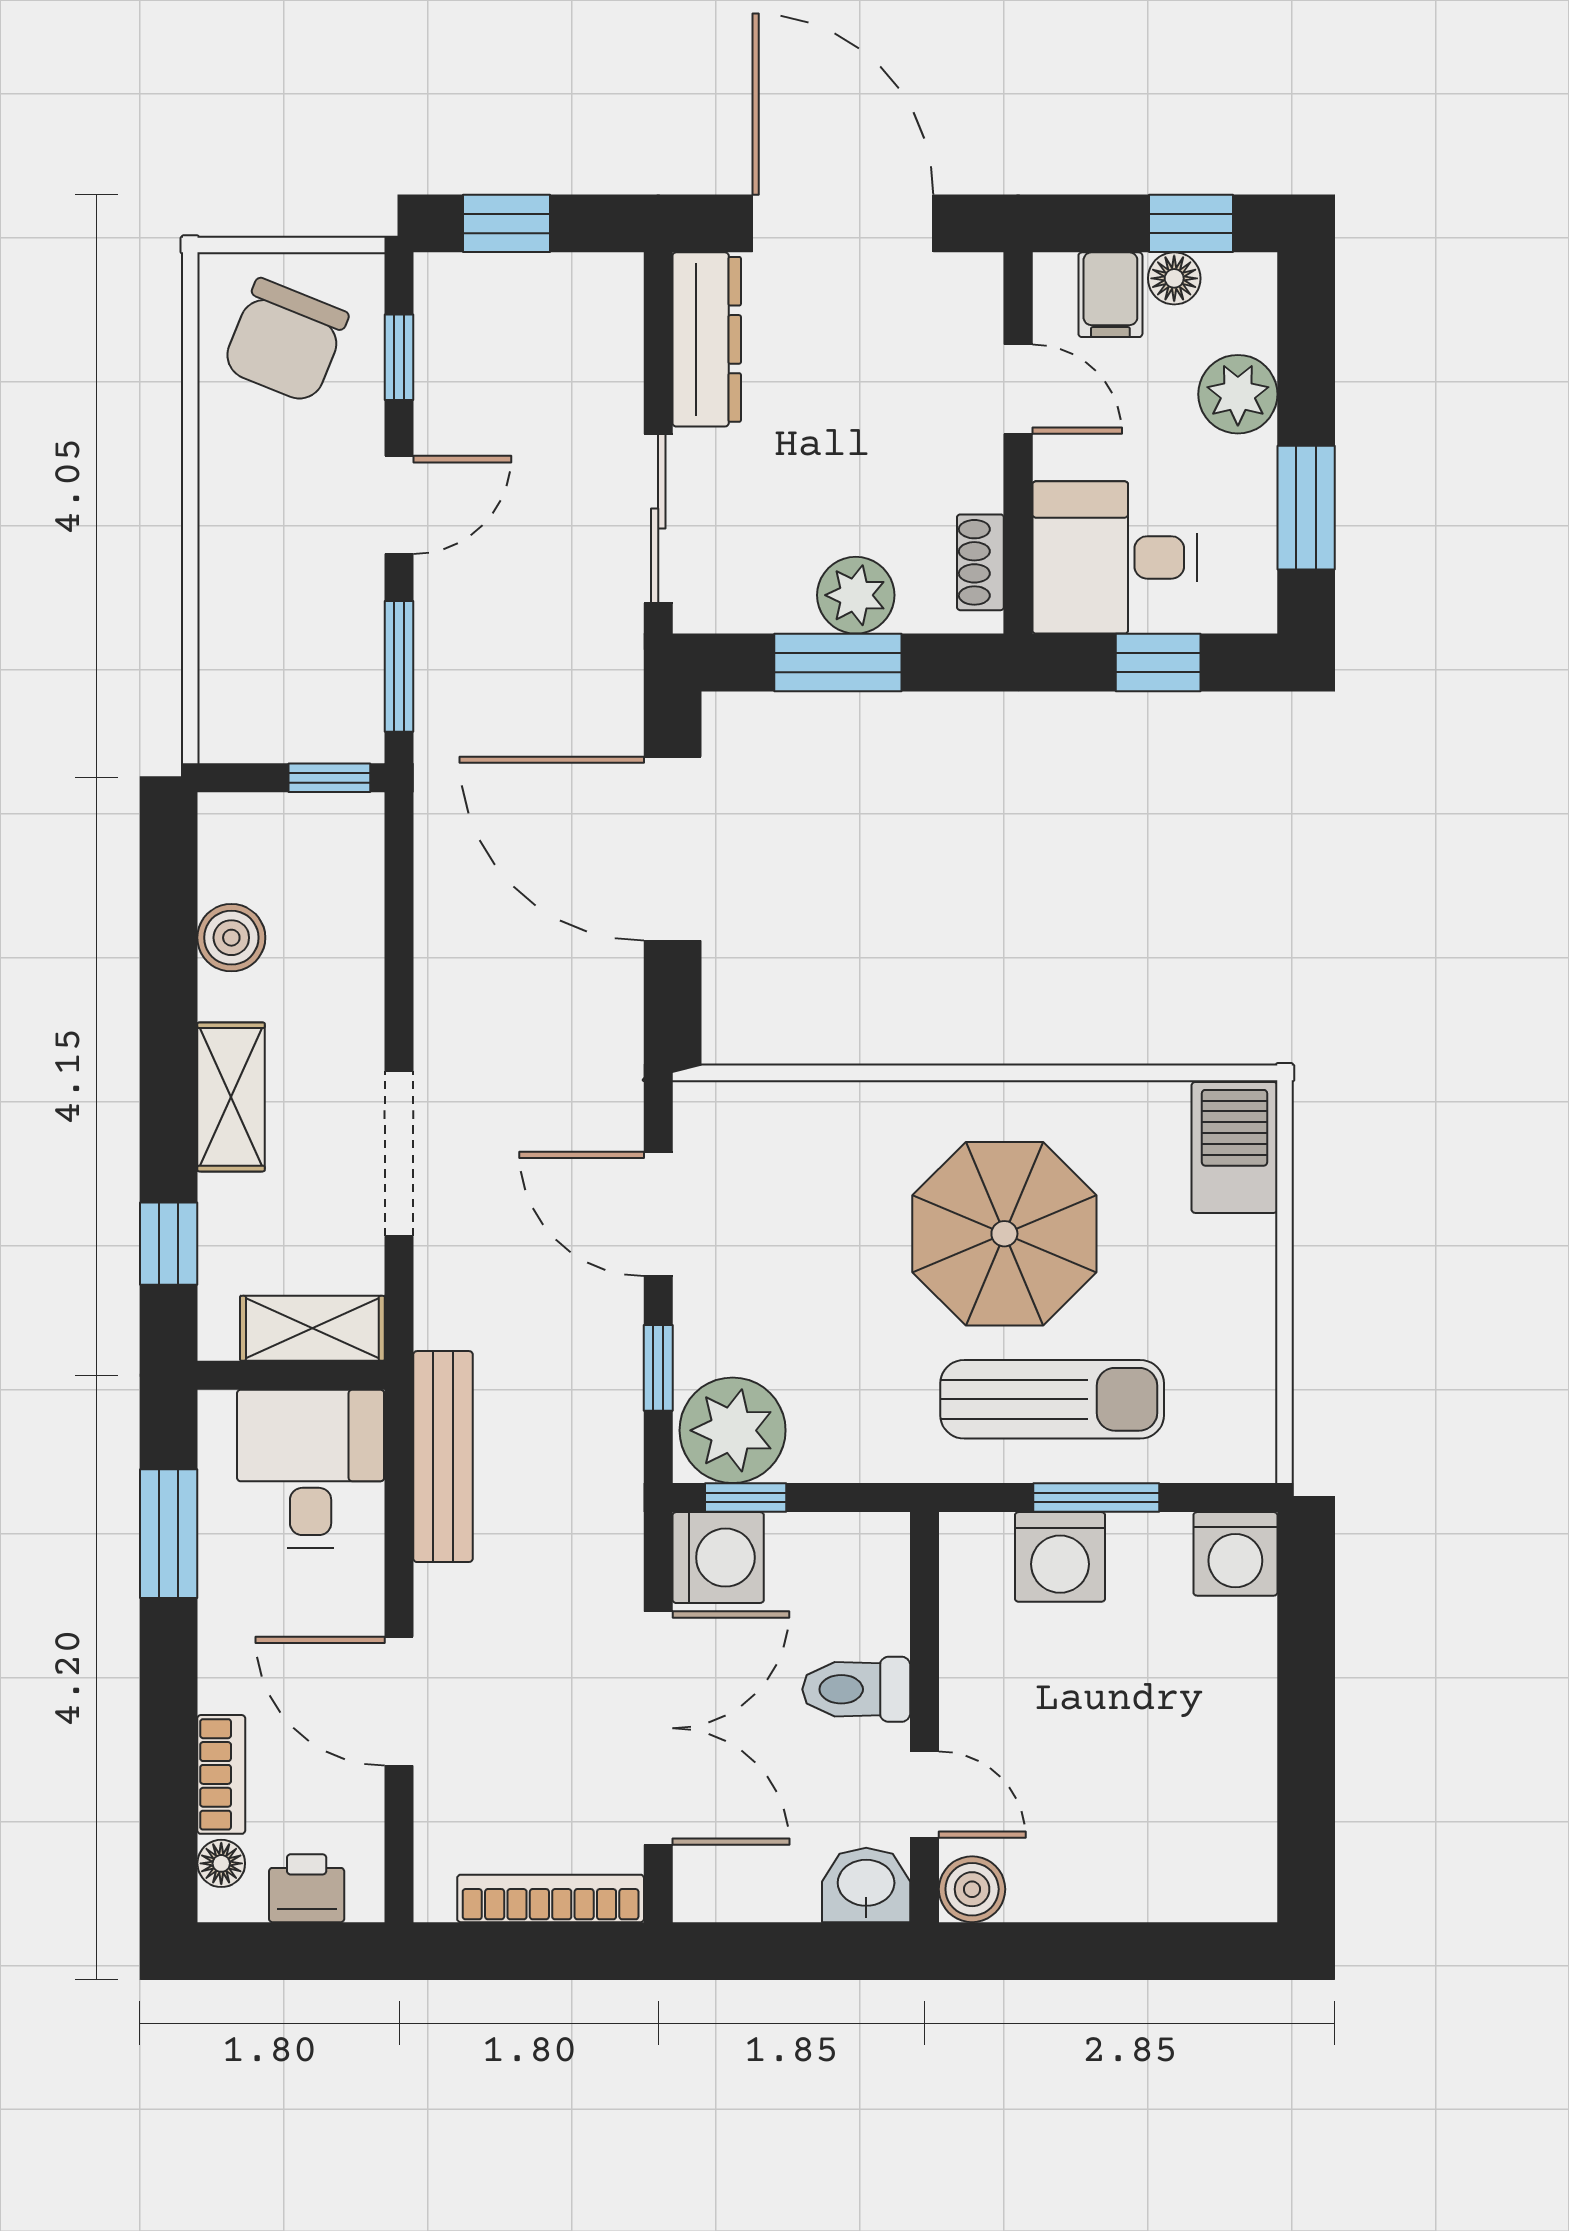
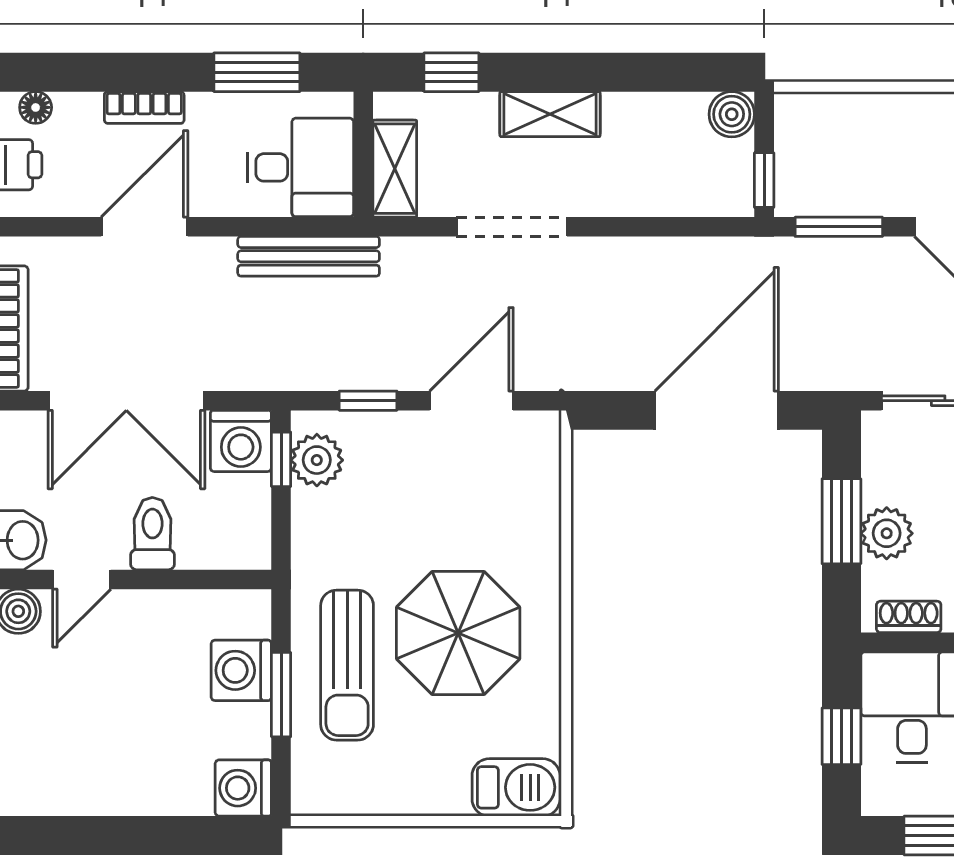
boiler: (231, 938) -> (732, 114), moved
plant: (733, 1430) -> (317, 460), width x0.73, depth x0.73
bookcase: (221, 1774) -> (144, 108), moved

